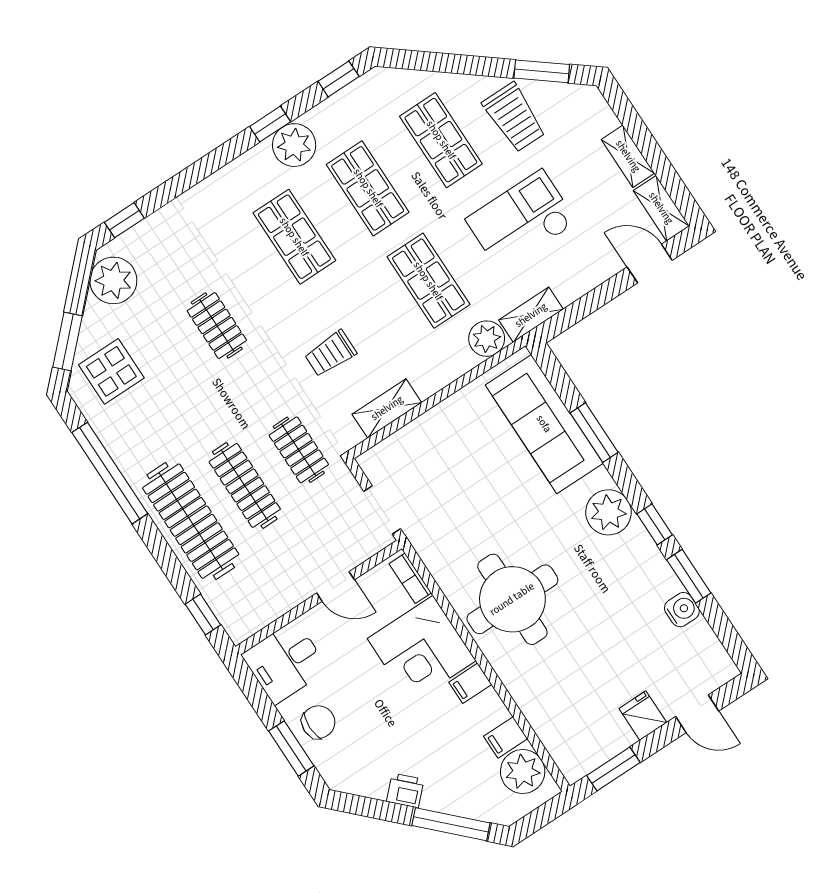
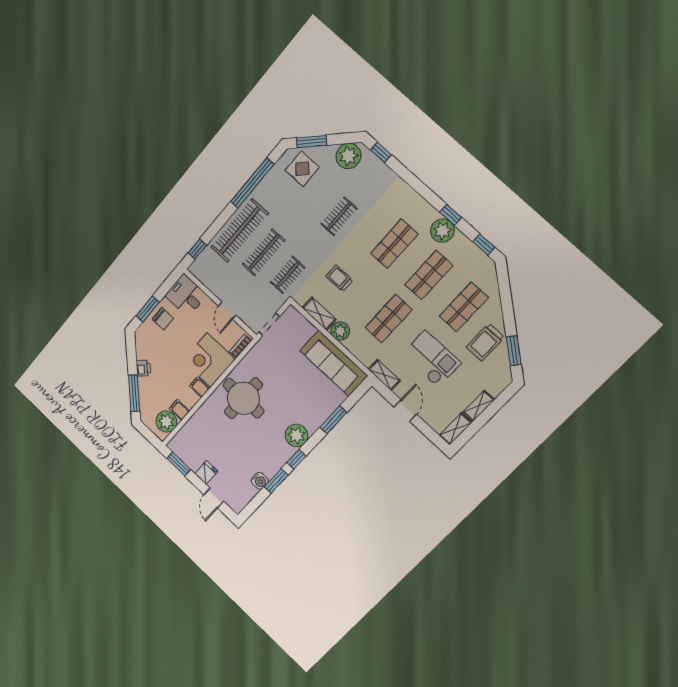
door: (650, 264) -> (405, 411), moved
plant: (487, 339) -> (340, 331), moved
sofa: (544, 424) -> (334, 363), moved, turned -90

